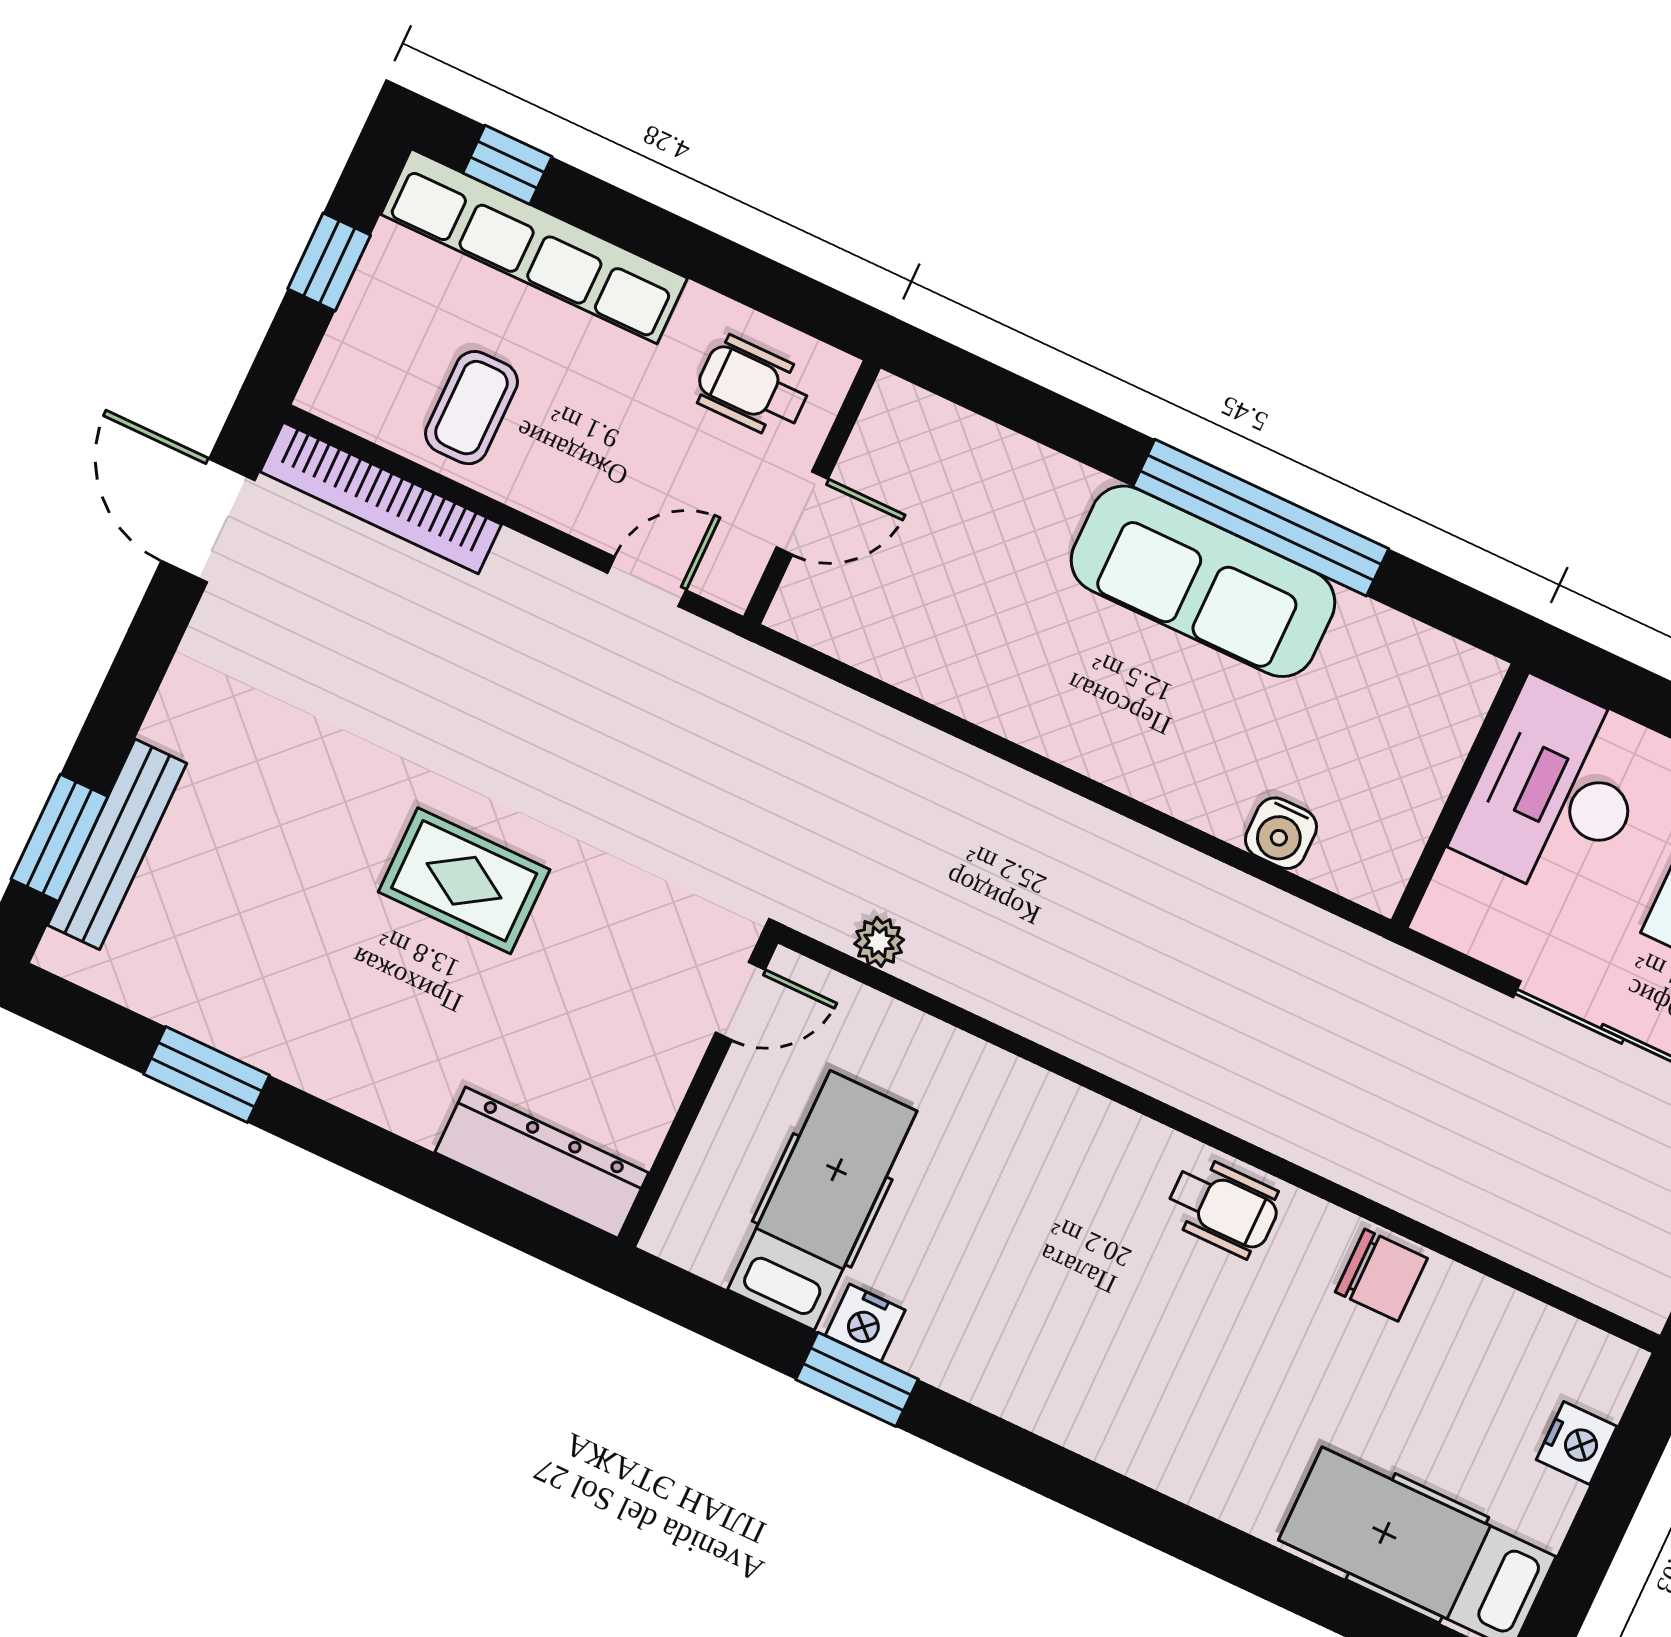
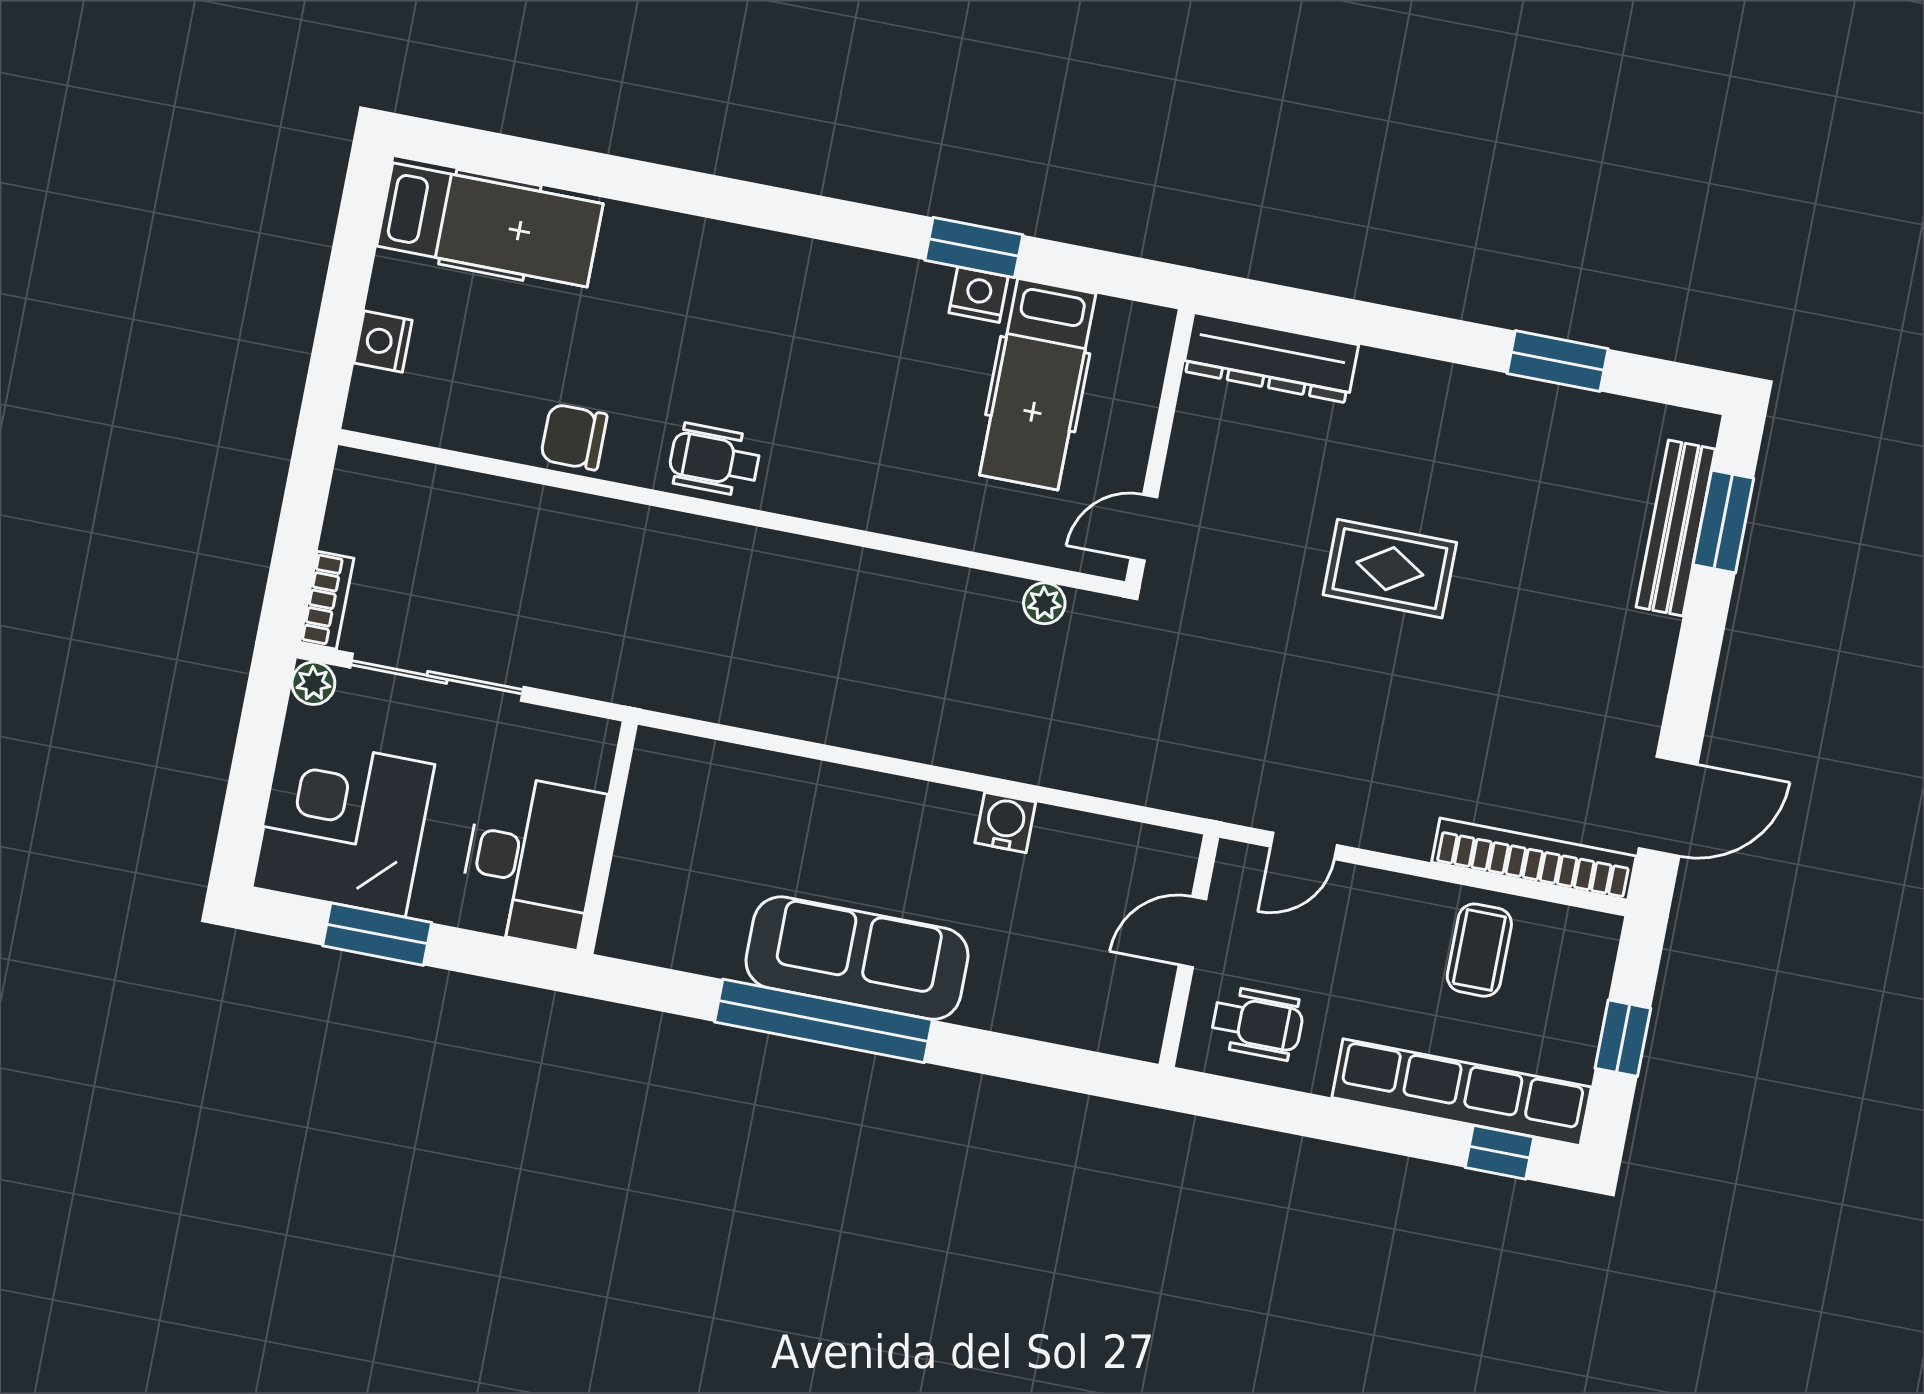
door: (208, 520) -> (1668, 806), hinge flipped
water cooler: (1281, 833) -> (1005, 822), moved

